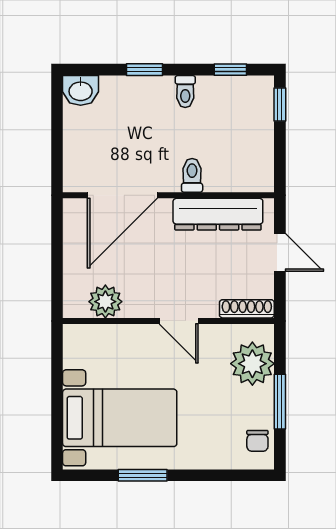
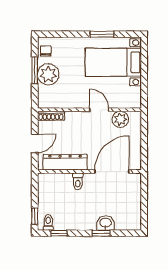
washbasin: (81, 90) -> (106, 223), moved
toilet: (185, 91) -> (48, 222), moved
door: (280, 253) -> (35, 143), swing flipped
door: (179, 321) -> (99, 110), moved
plant: (252, 364) -> (48, 74), moved

